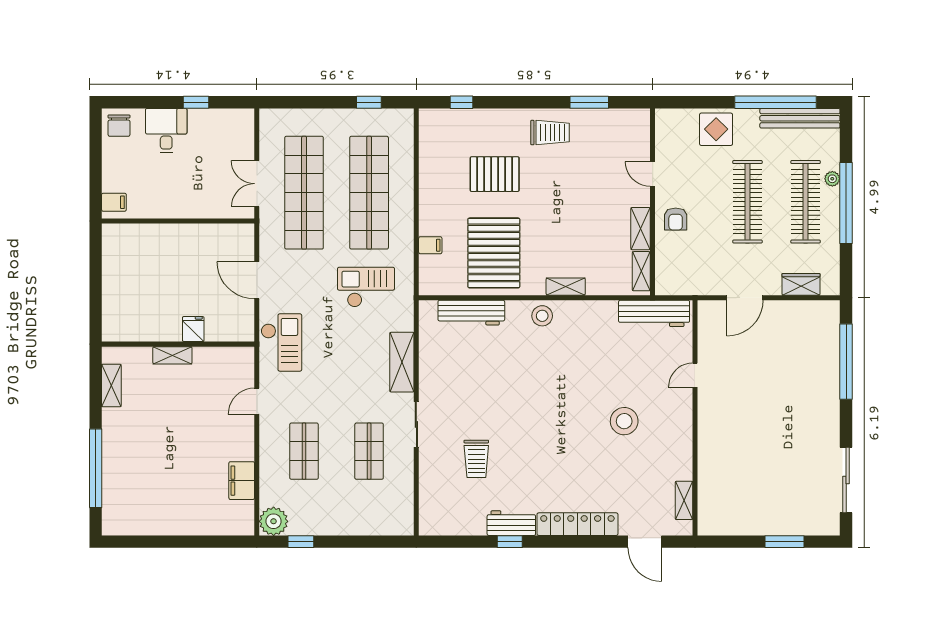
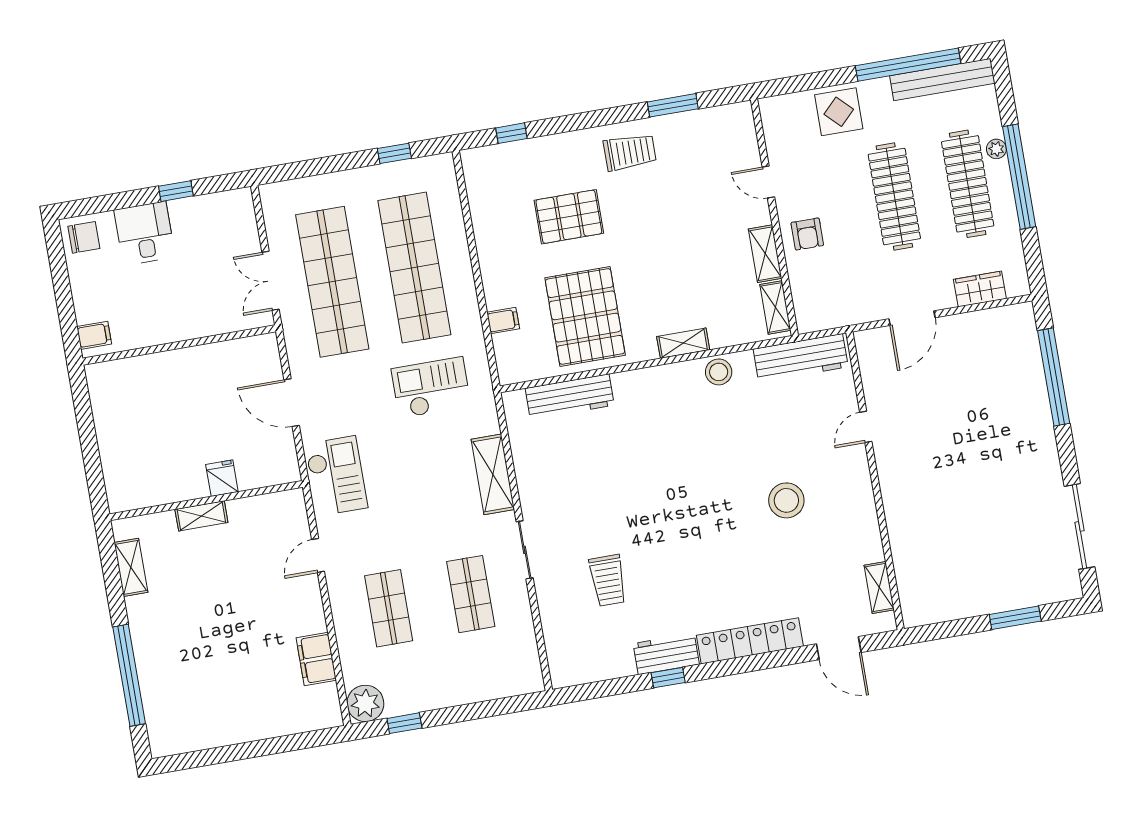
chair: (119, 126) -> (84, 237), turned -90
stool: (542, 316) -> (719, 372), moved

